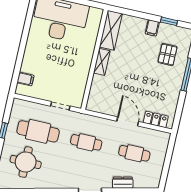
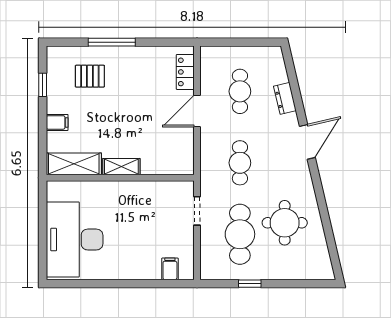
filing cabinet: (152, 28) -> (57, 122), moved
round table: (26, 162) -> (285, 223), moved

